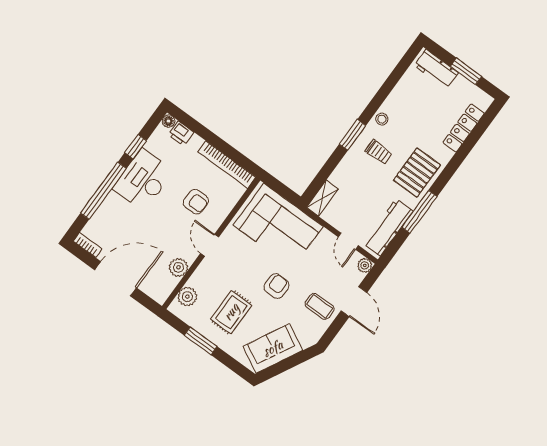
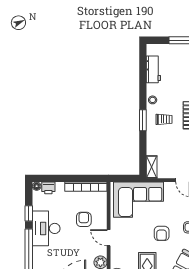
workbench: (436, 69) -> (153, 69), moved, turned -90
armchair: (196, 202) -> (84, 219), turned -90
armchair: (276, 286) -> (162, 233), turned 180

